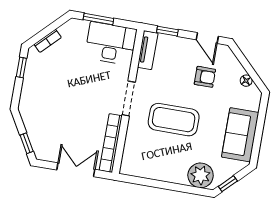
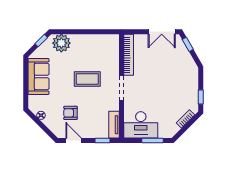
coffee table: (174, 120) -> (87, 79), width x0.73, depth x0.76
double door: (76, 170) -> (162, 32), moved

